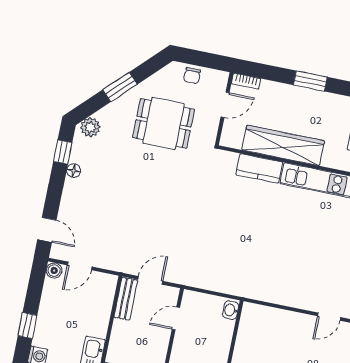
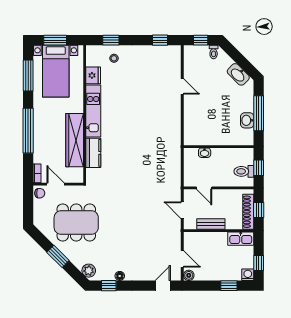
chair: (192, 76) -> (40, 193), moved
window: (310, 81) -> (28, 131), width x2.11
dining table: (164, 123) -> (76, 223), width x1.38
bench: (126, 299) -> (211, 224), moved
washbasin: (231, 310) -> (205, 153), moved

